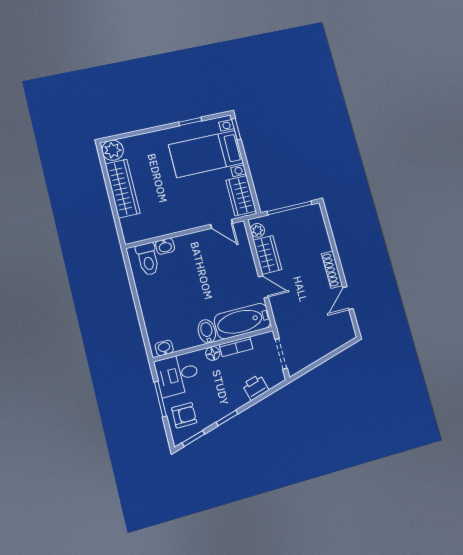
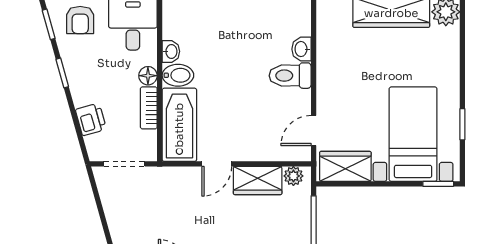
toilet: (148, 259) -> (290, 76), moved
washbasin: (164, 348) -> (171, 51), moved

